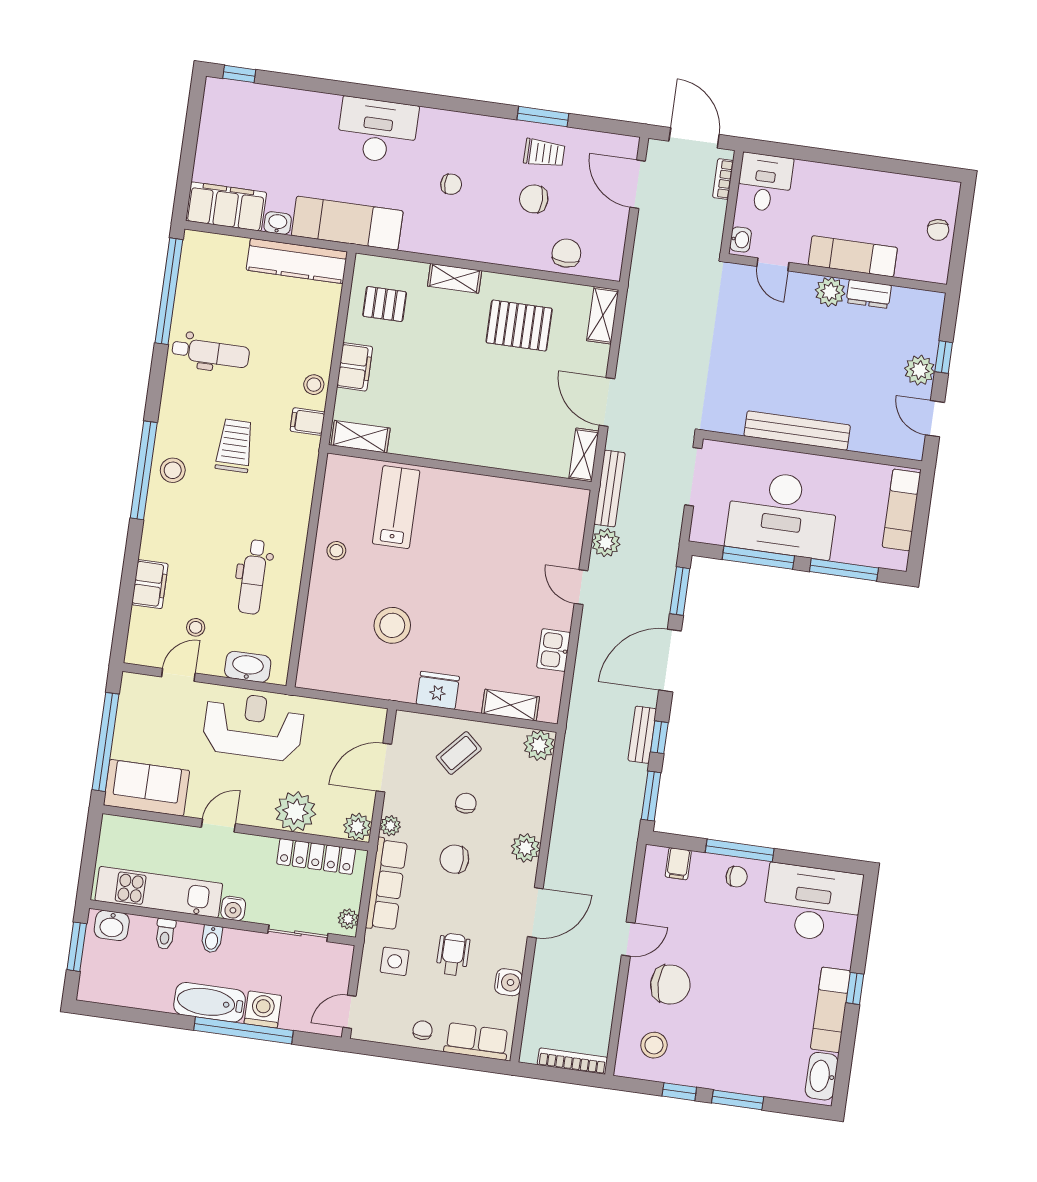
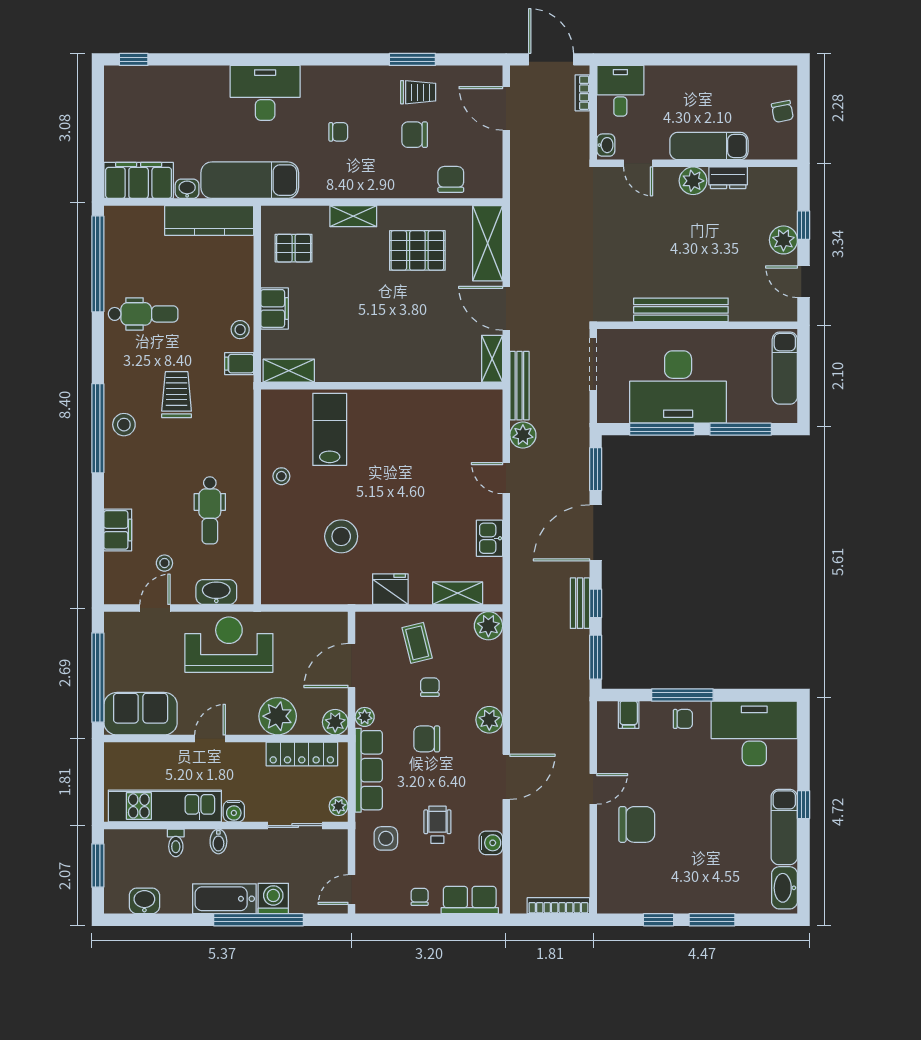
shelving: (603, 315) -> (488, 243), width x1.50, depth x1.33
coffee table: (459, 753) -> (417, 643), turned -56
washbasin: (112, 925) -> (144, 901), moved, turned 180
stool: (654, 1045) -> (630, 881), removed

